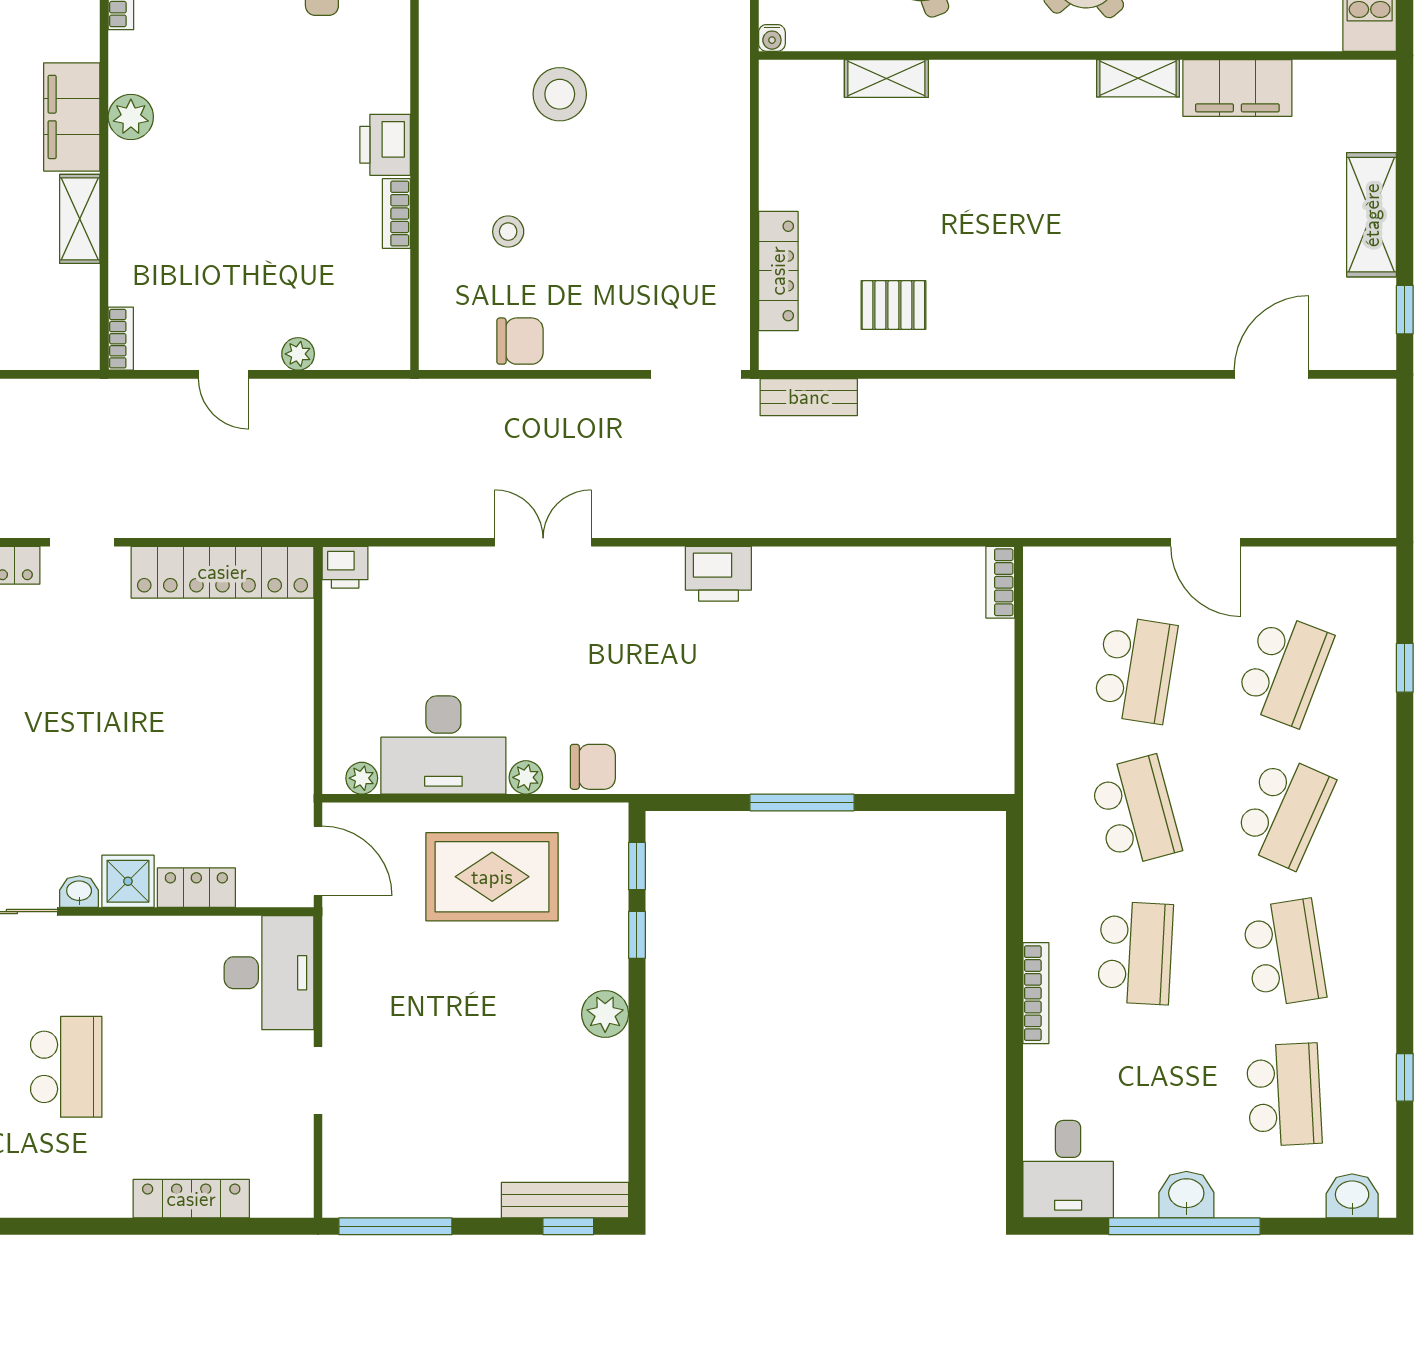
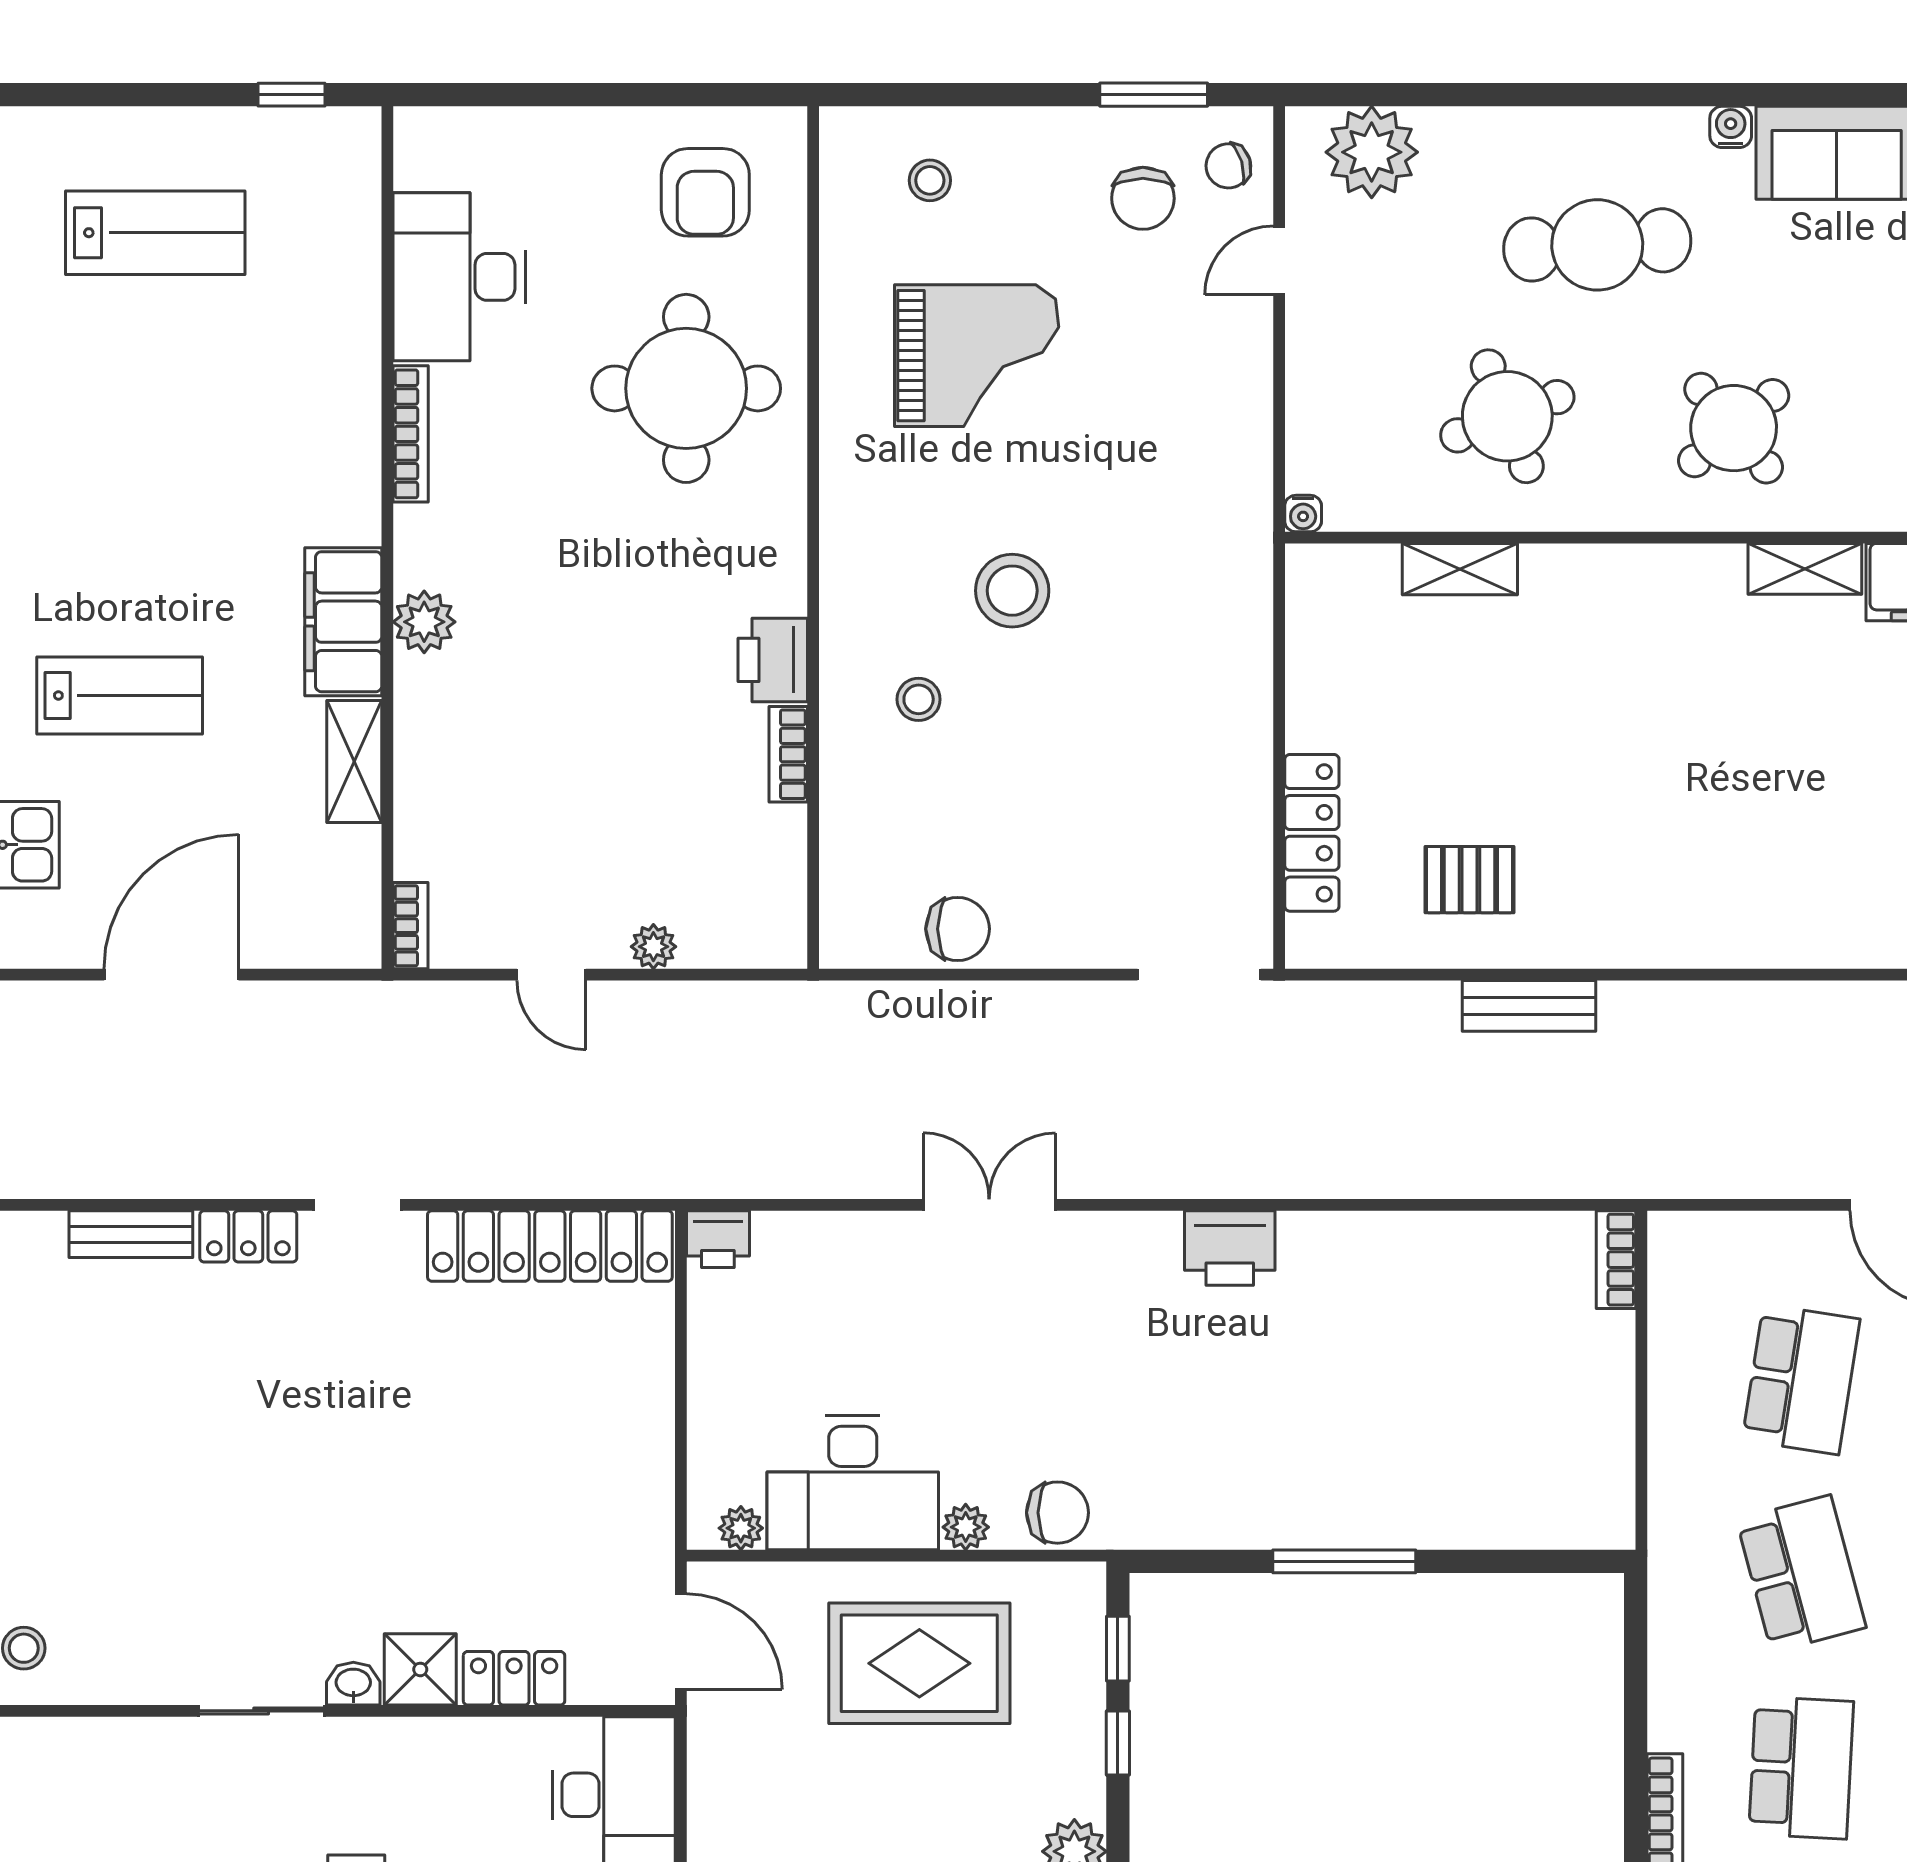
stool: (508, 232) -> (919, 699), moved
bench: (809, 397) -> (1529, 1006), moved

